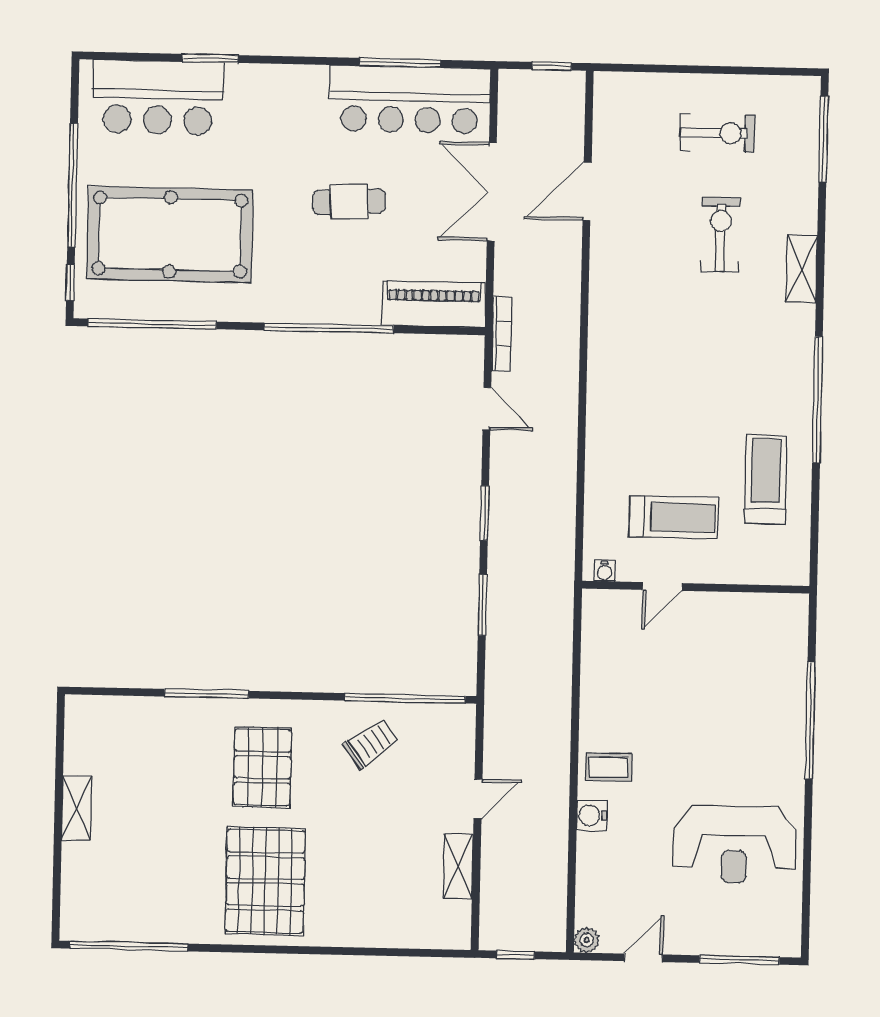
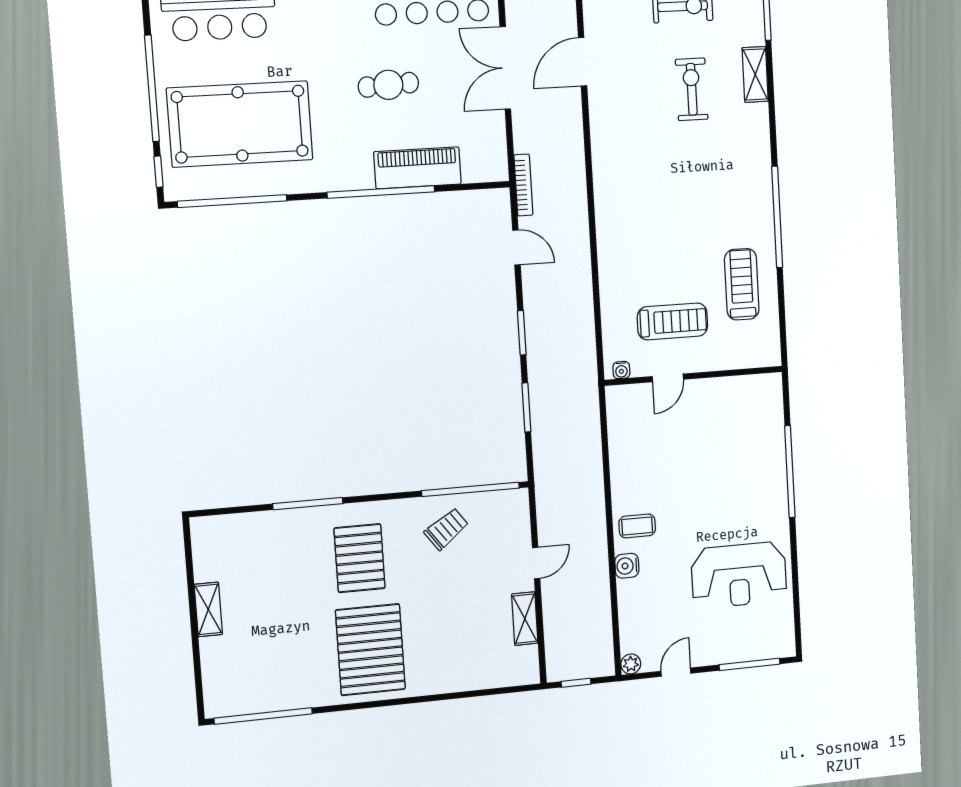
shelving: (802, 269) -> (755, 74), moved
piano: (434, 304) -> (417, 168), moved

